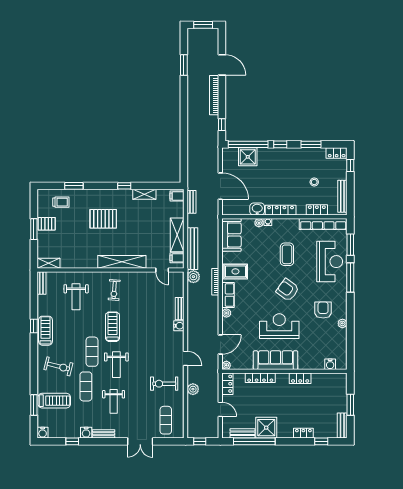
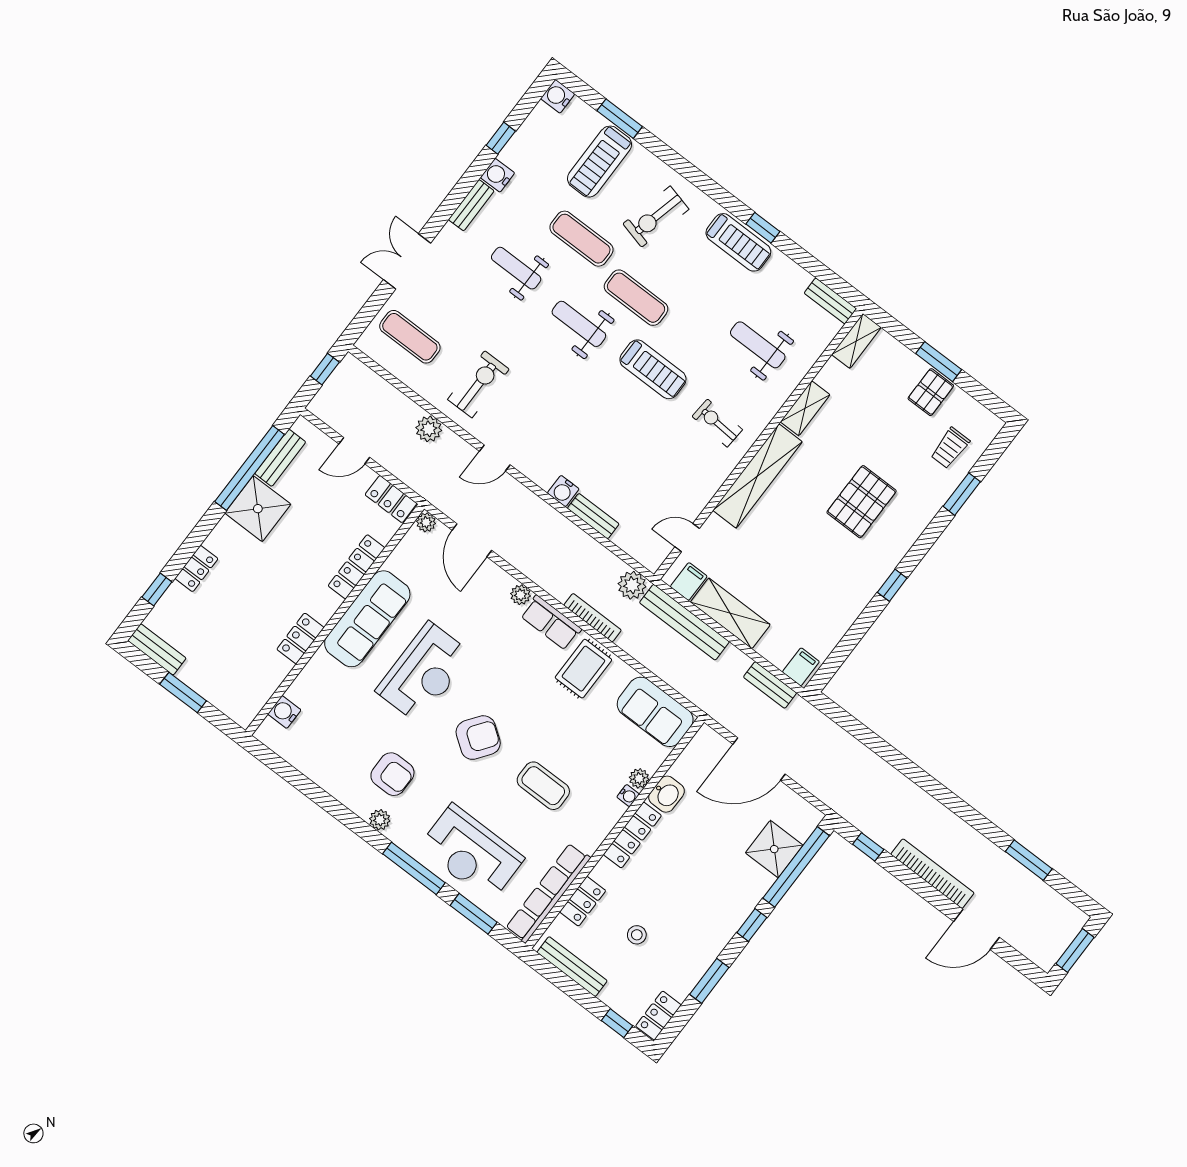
shelving: (144, 194) -> (805, 408), moved
plant: (342, 323) -> (380, 820), moved

